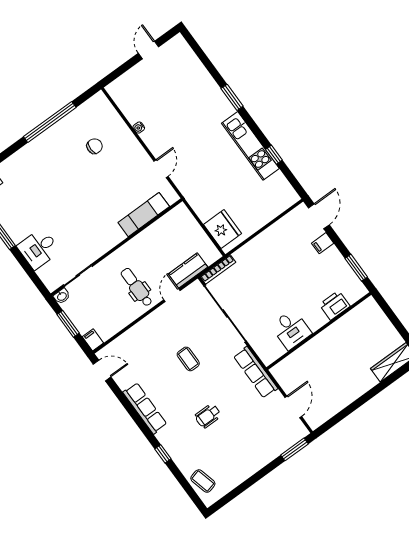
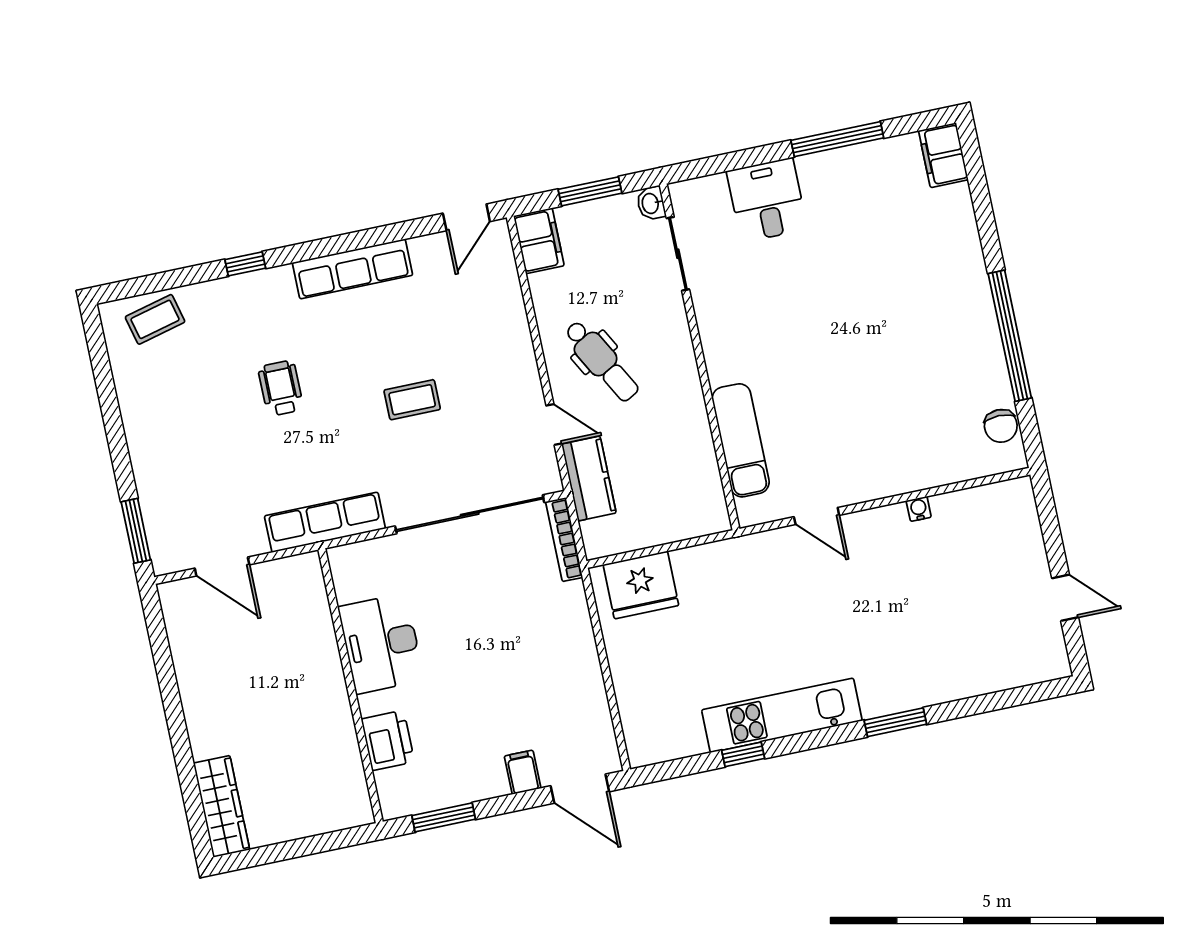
chair: (95, 146) -> (1001, 426), moved
dental chair: (137, 287) -> (602, 361), turned 61
desk: (291, 330) -> (381, 644), width x1.37
filing cabinet: (93, 340) -> (539, 241), width x2.00

